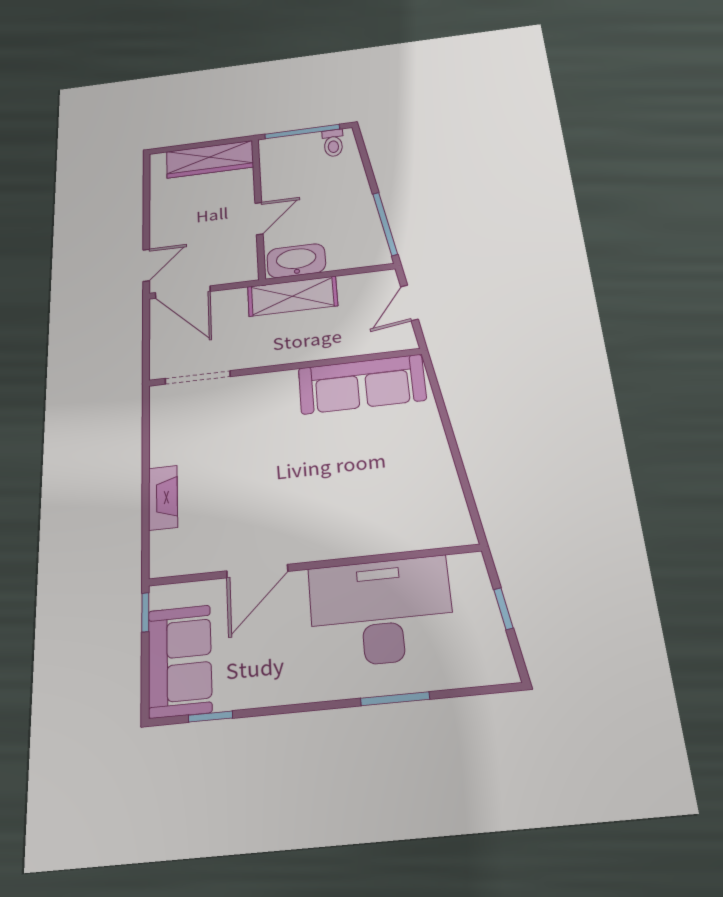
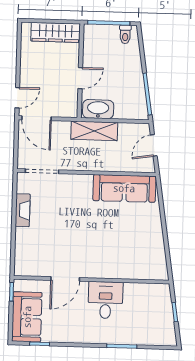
fireplace: (163, 498) -> (23, 210), moved
desk: (381, 611) -> (105, 300), width x0.53, depth x0.77

